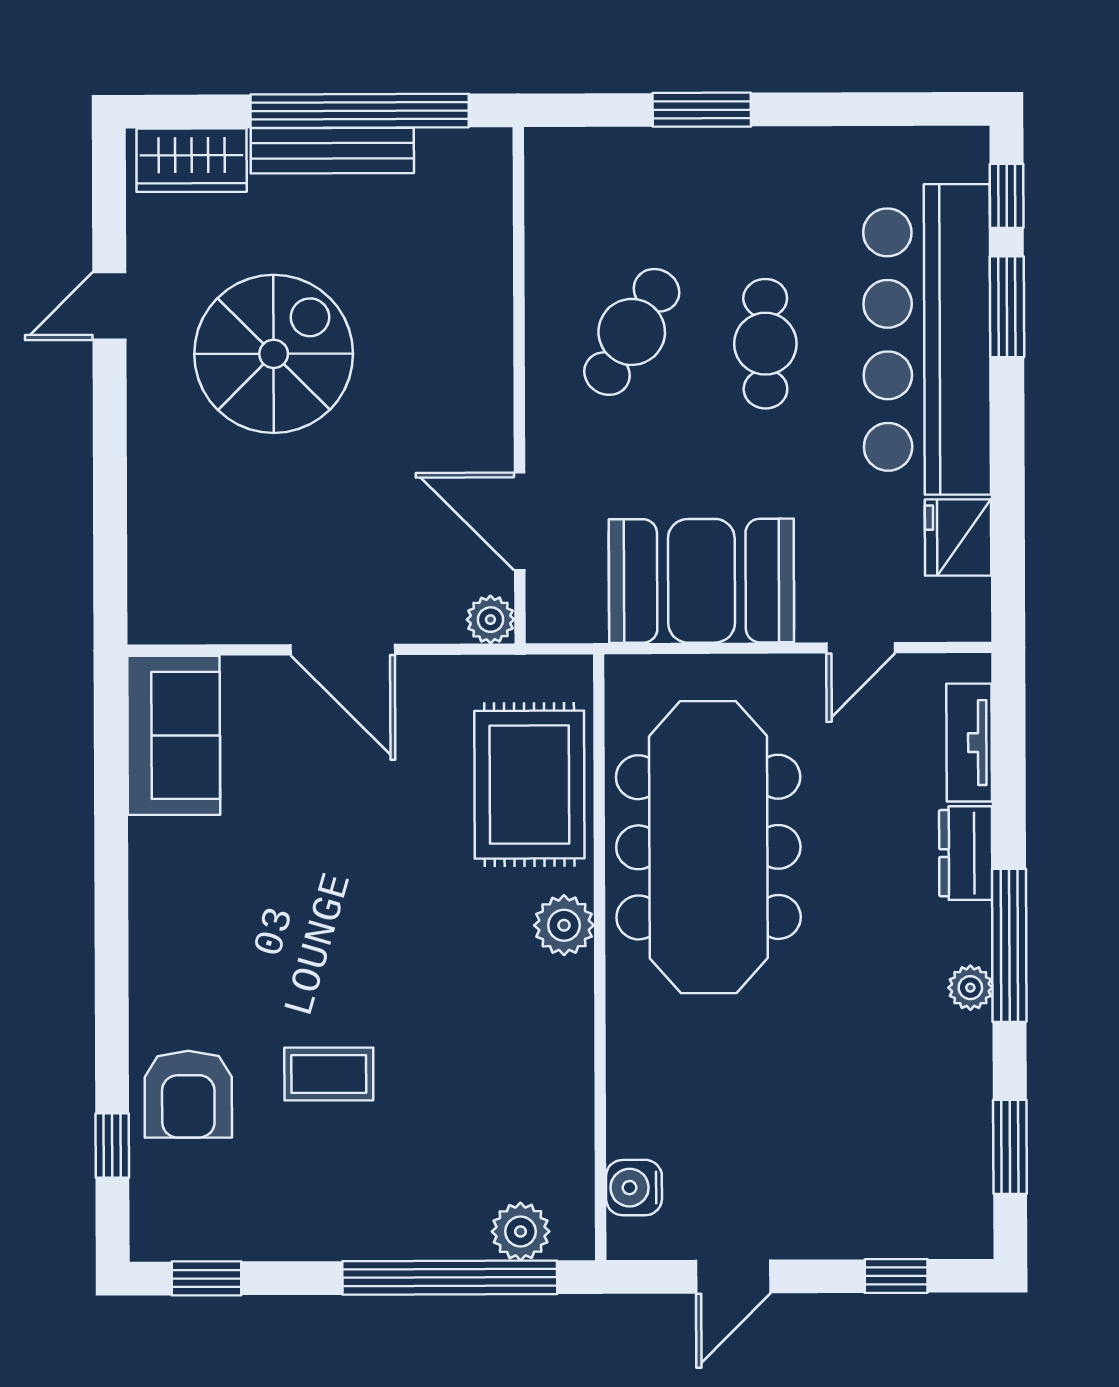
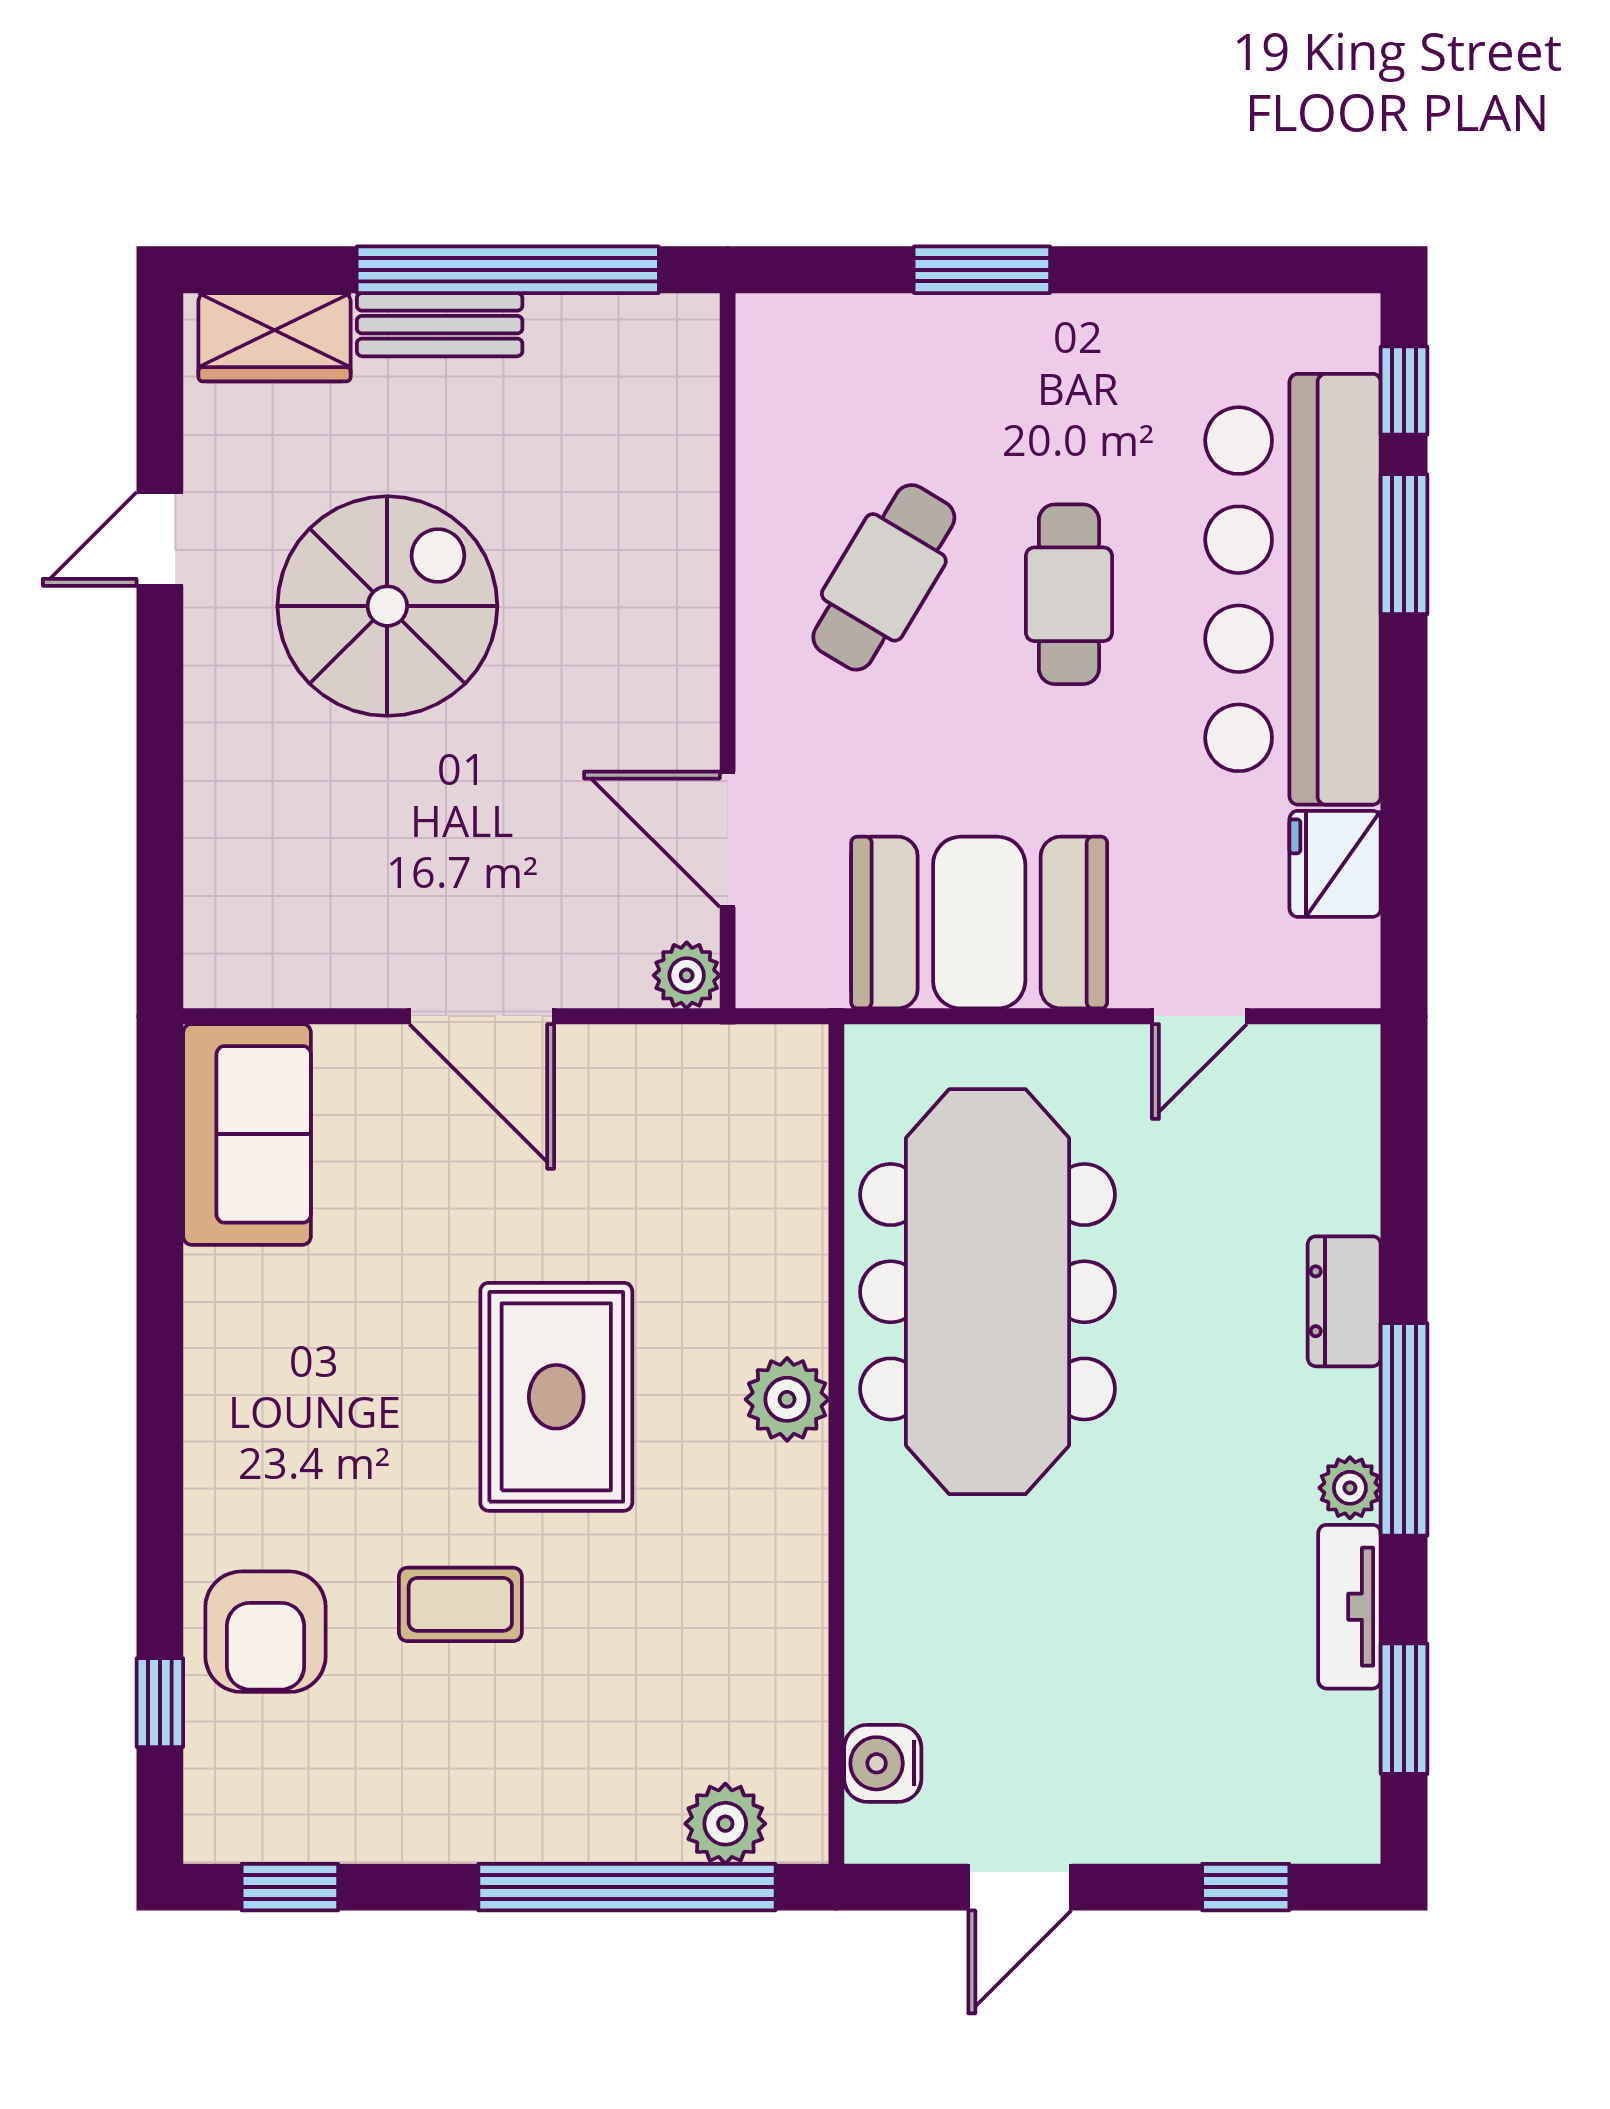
bench: (332, 151) -> (440, 325), width x0.73
tv unit: (969, 743) -> (1349, 1607), moved
rug: (529, 785) -> (556, 1397), moved

